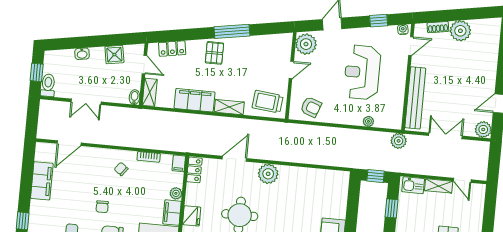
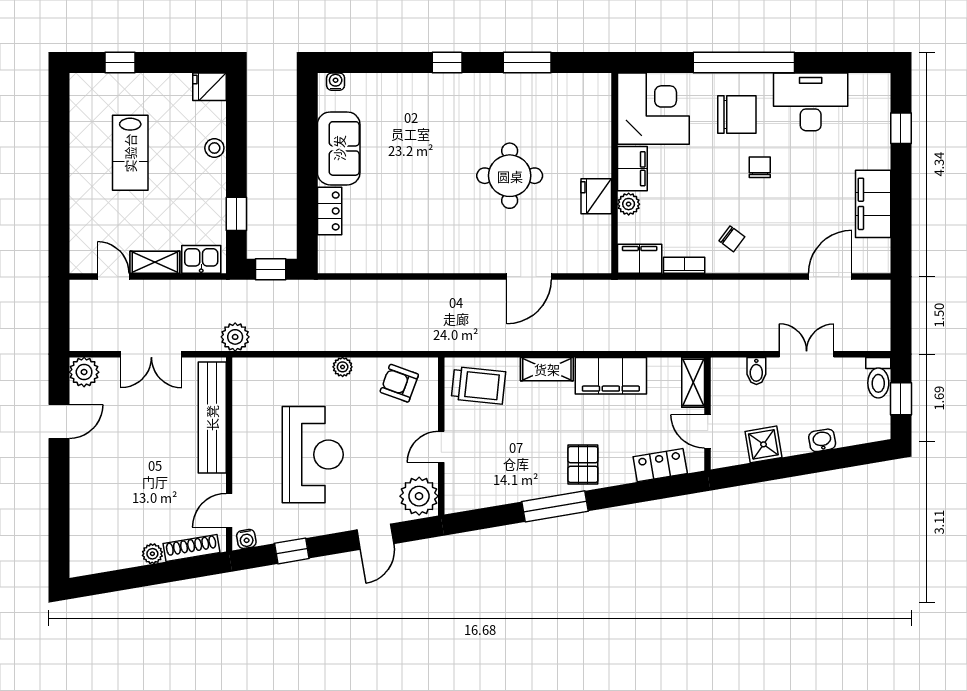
shoe rack: (438, 27) -> (191, 548), width x1.43
plant: (460, 31) -> (152, 554), width x0.53, depth x0.53
bidet: (134, 97) -> (756, 371), moved
plant: (368, 121) -> (343, 367), moved
filing cabinet: (179, 163) -> (640, 259), width x2.00
locker: (194, 170) -> (330, 211), moved, turned 180
plant: (268, 174) -> (465, 255), removed
fridge: (192, 216) -> (596, 196), moved

